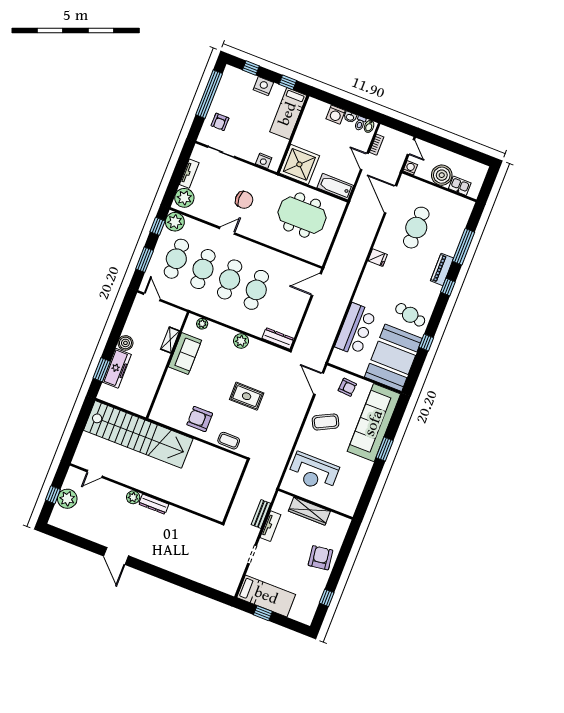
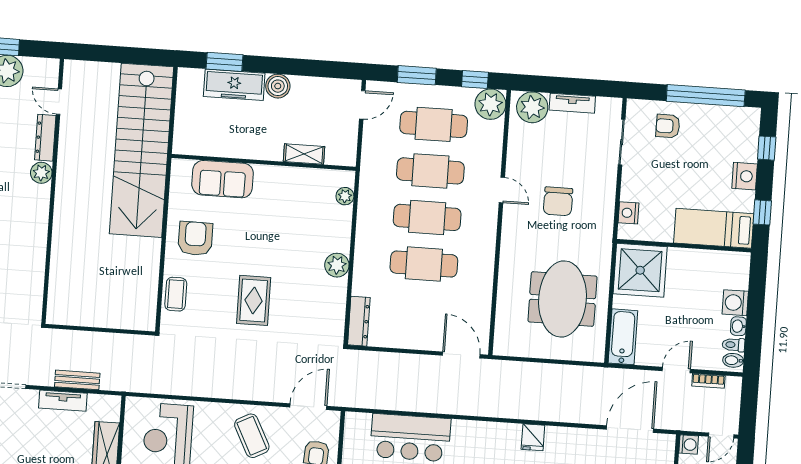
sofa: (185, 354) -> (223, 179), moved
dresser: (154, 504) -> (45, 138), moved

